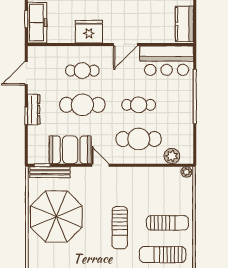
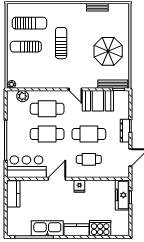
fridge: (89, 32) -> (79, 186), width x0.53, depth x0.75
cafe table: (139, 105) -> (47, 134), width x1.37, depth x1.35
parasol: (56, 217) -> (108, 51), width x0.73, depth x0.73

